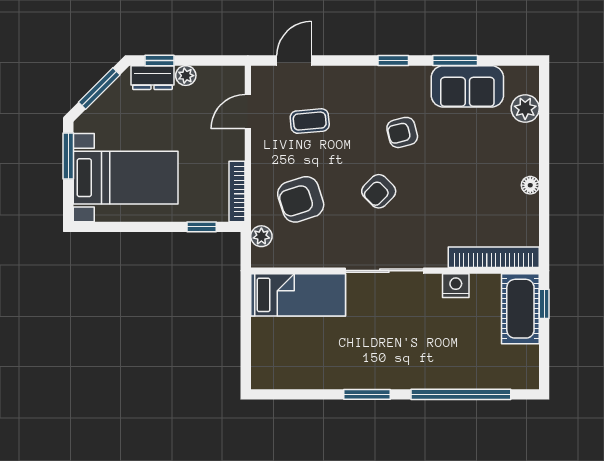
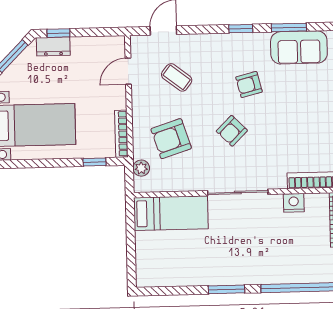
plant: (186, 76) -> (79, 44), removed
coffee table: (310, 121) -> (177, 77), turned 43

